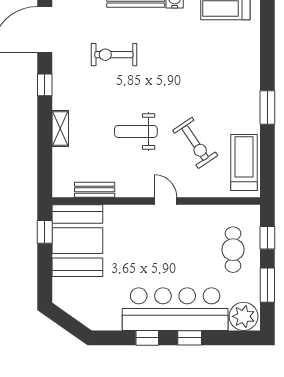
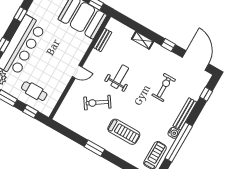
treadmill: (244, 163) -> (124, 132), moved
window: (147, 338) -> (20, 14), moved

